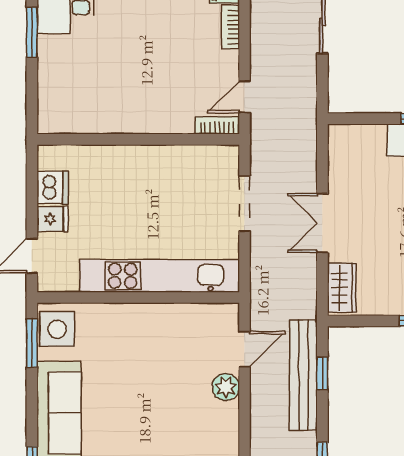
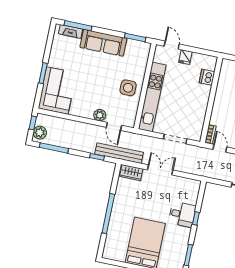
dishwasher: (53, 188) -> (207, 77), moved, turned 90
side table: (57, 329) -> (128, 88), moved
bench: (303, 375) -> (119, 153), moved

